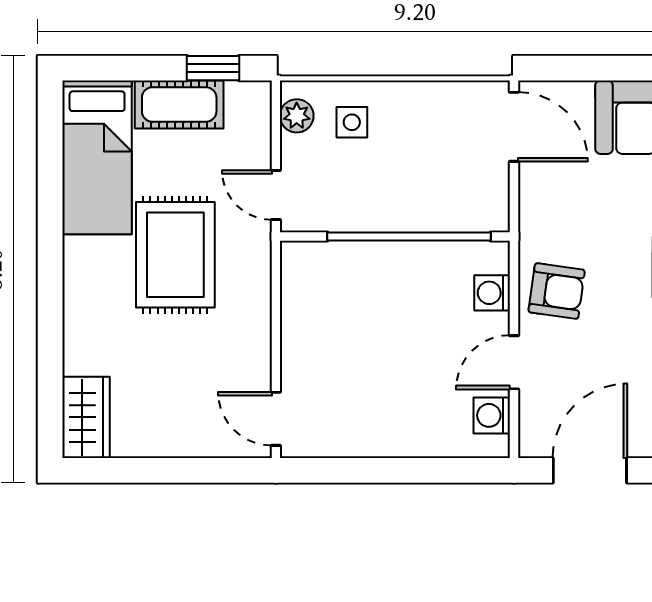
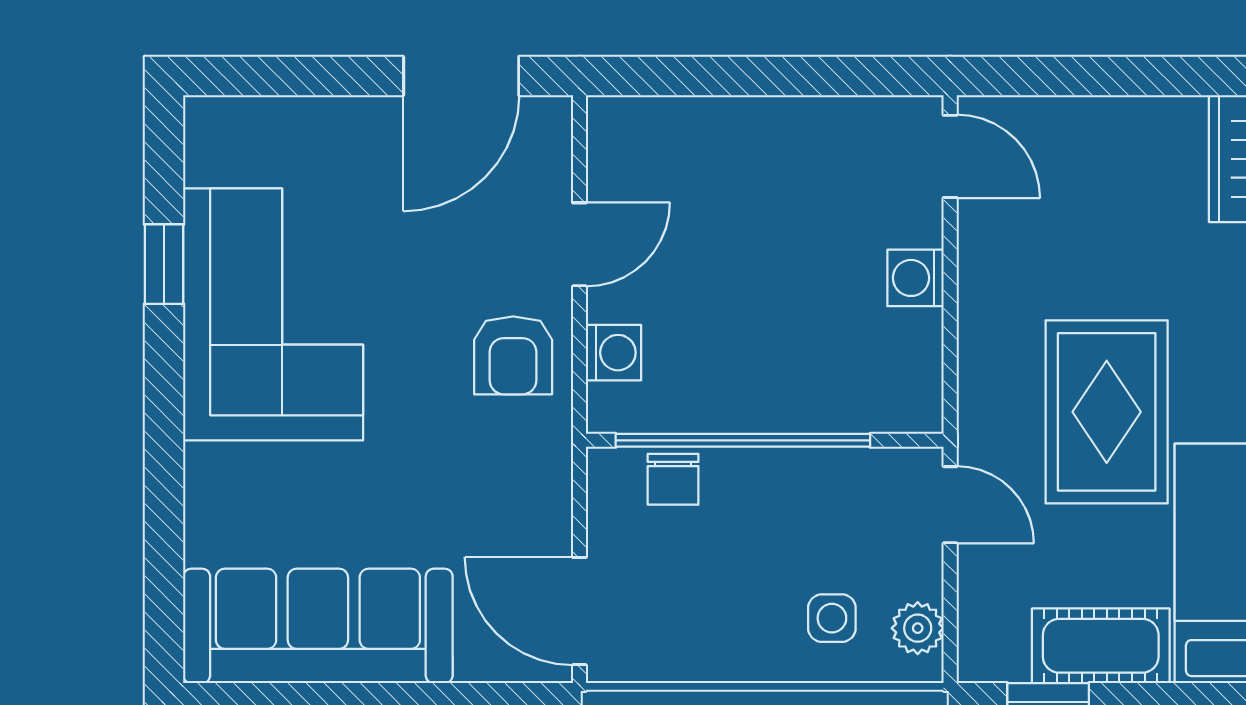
chair: (454, 211) -> (673, 479), added
armchair: (557, 291) -> (513, 355), turned -98
washing machine: (492, 415) -> (916, 278), moved, turned 180

